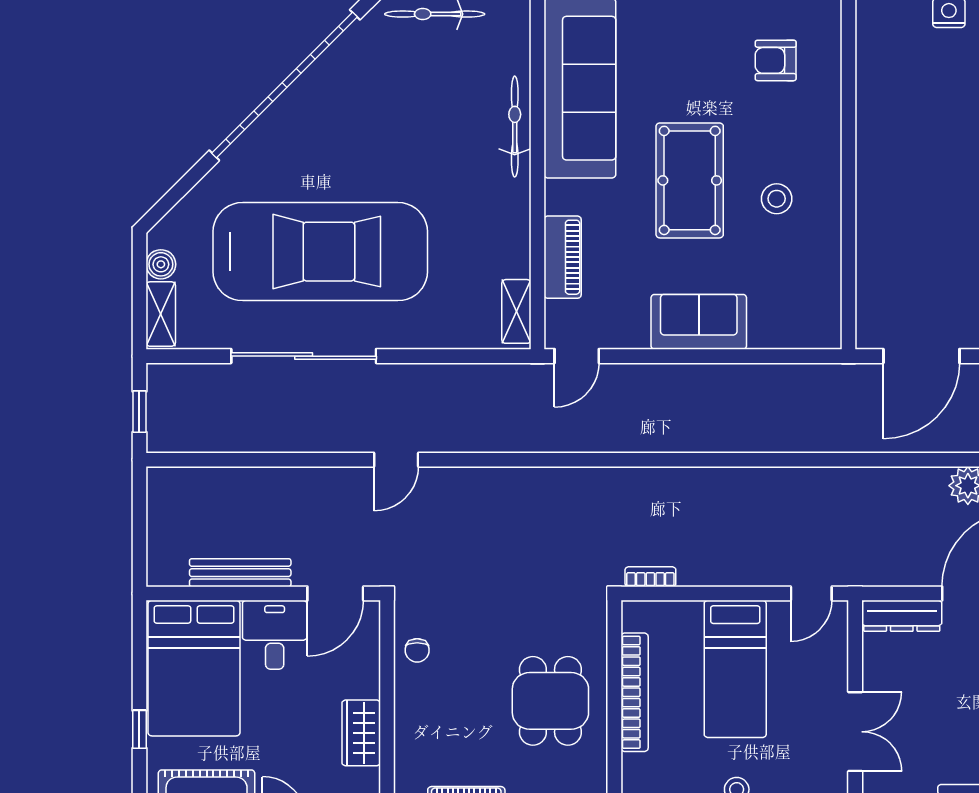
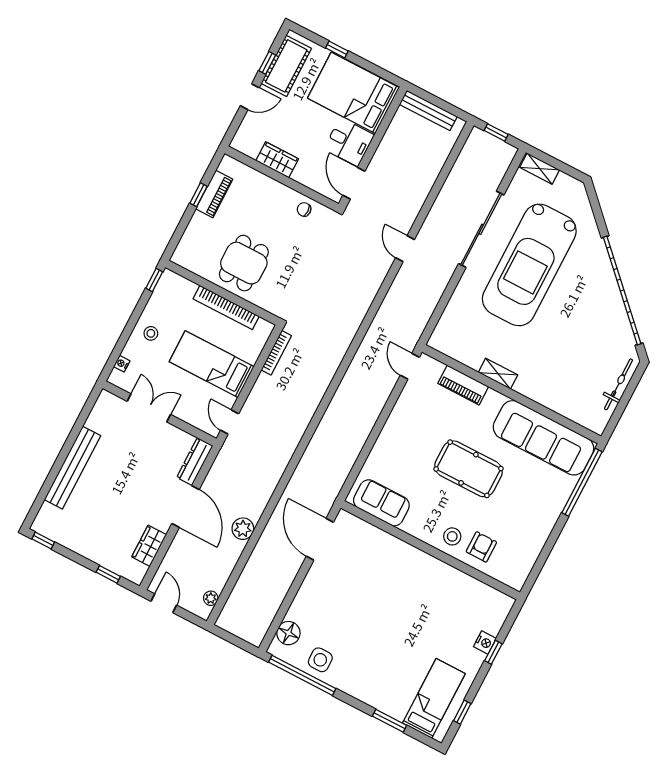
armchair: (776, 60) -> (481, 547), moved
bicycle: (515, 127) -> (541, 395), removed
stool: (777, 199) -> (452, 536), moved
boiler: (161, 264) -> (564, 182), removed
shelving: (516, 311) -> (498, 374), moved
sofa: (699, 322) -> (381, 503), moved, turned -90
bench: (240, 573) -> (428, 110), moved, turned 90
bookcase: (650, 577) -> (276, 353), width x1.56
dining table: (550, 701) -> (244, 263), turned 90
double door: (855, 732) -> (149, 408), swing flipped

